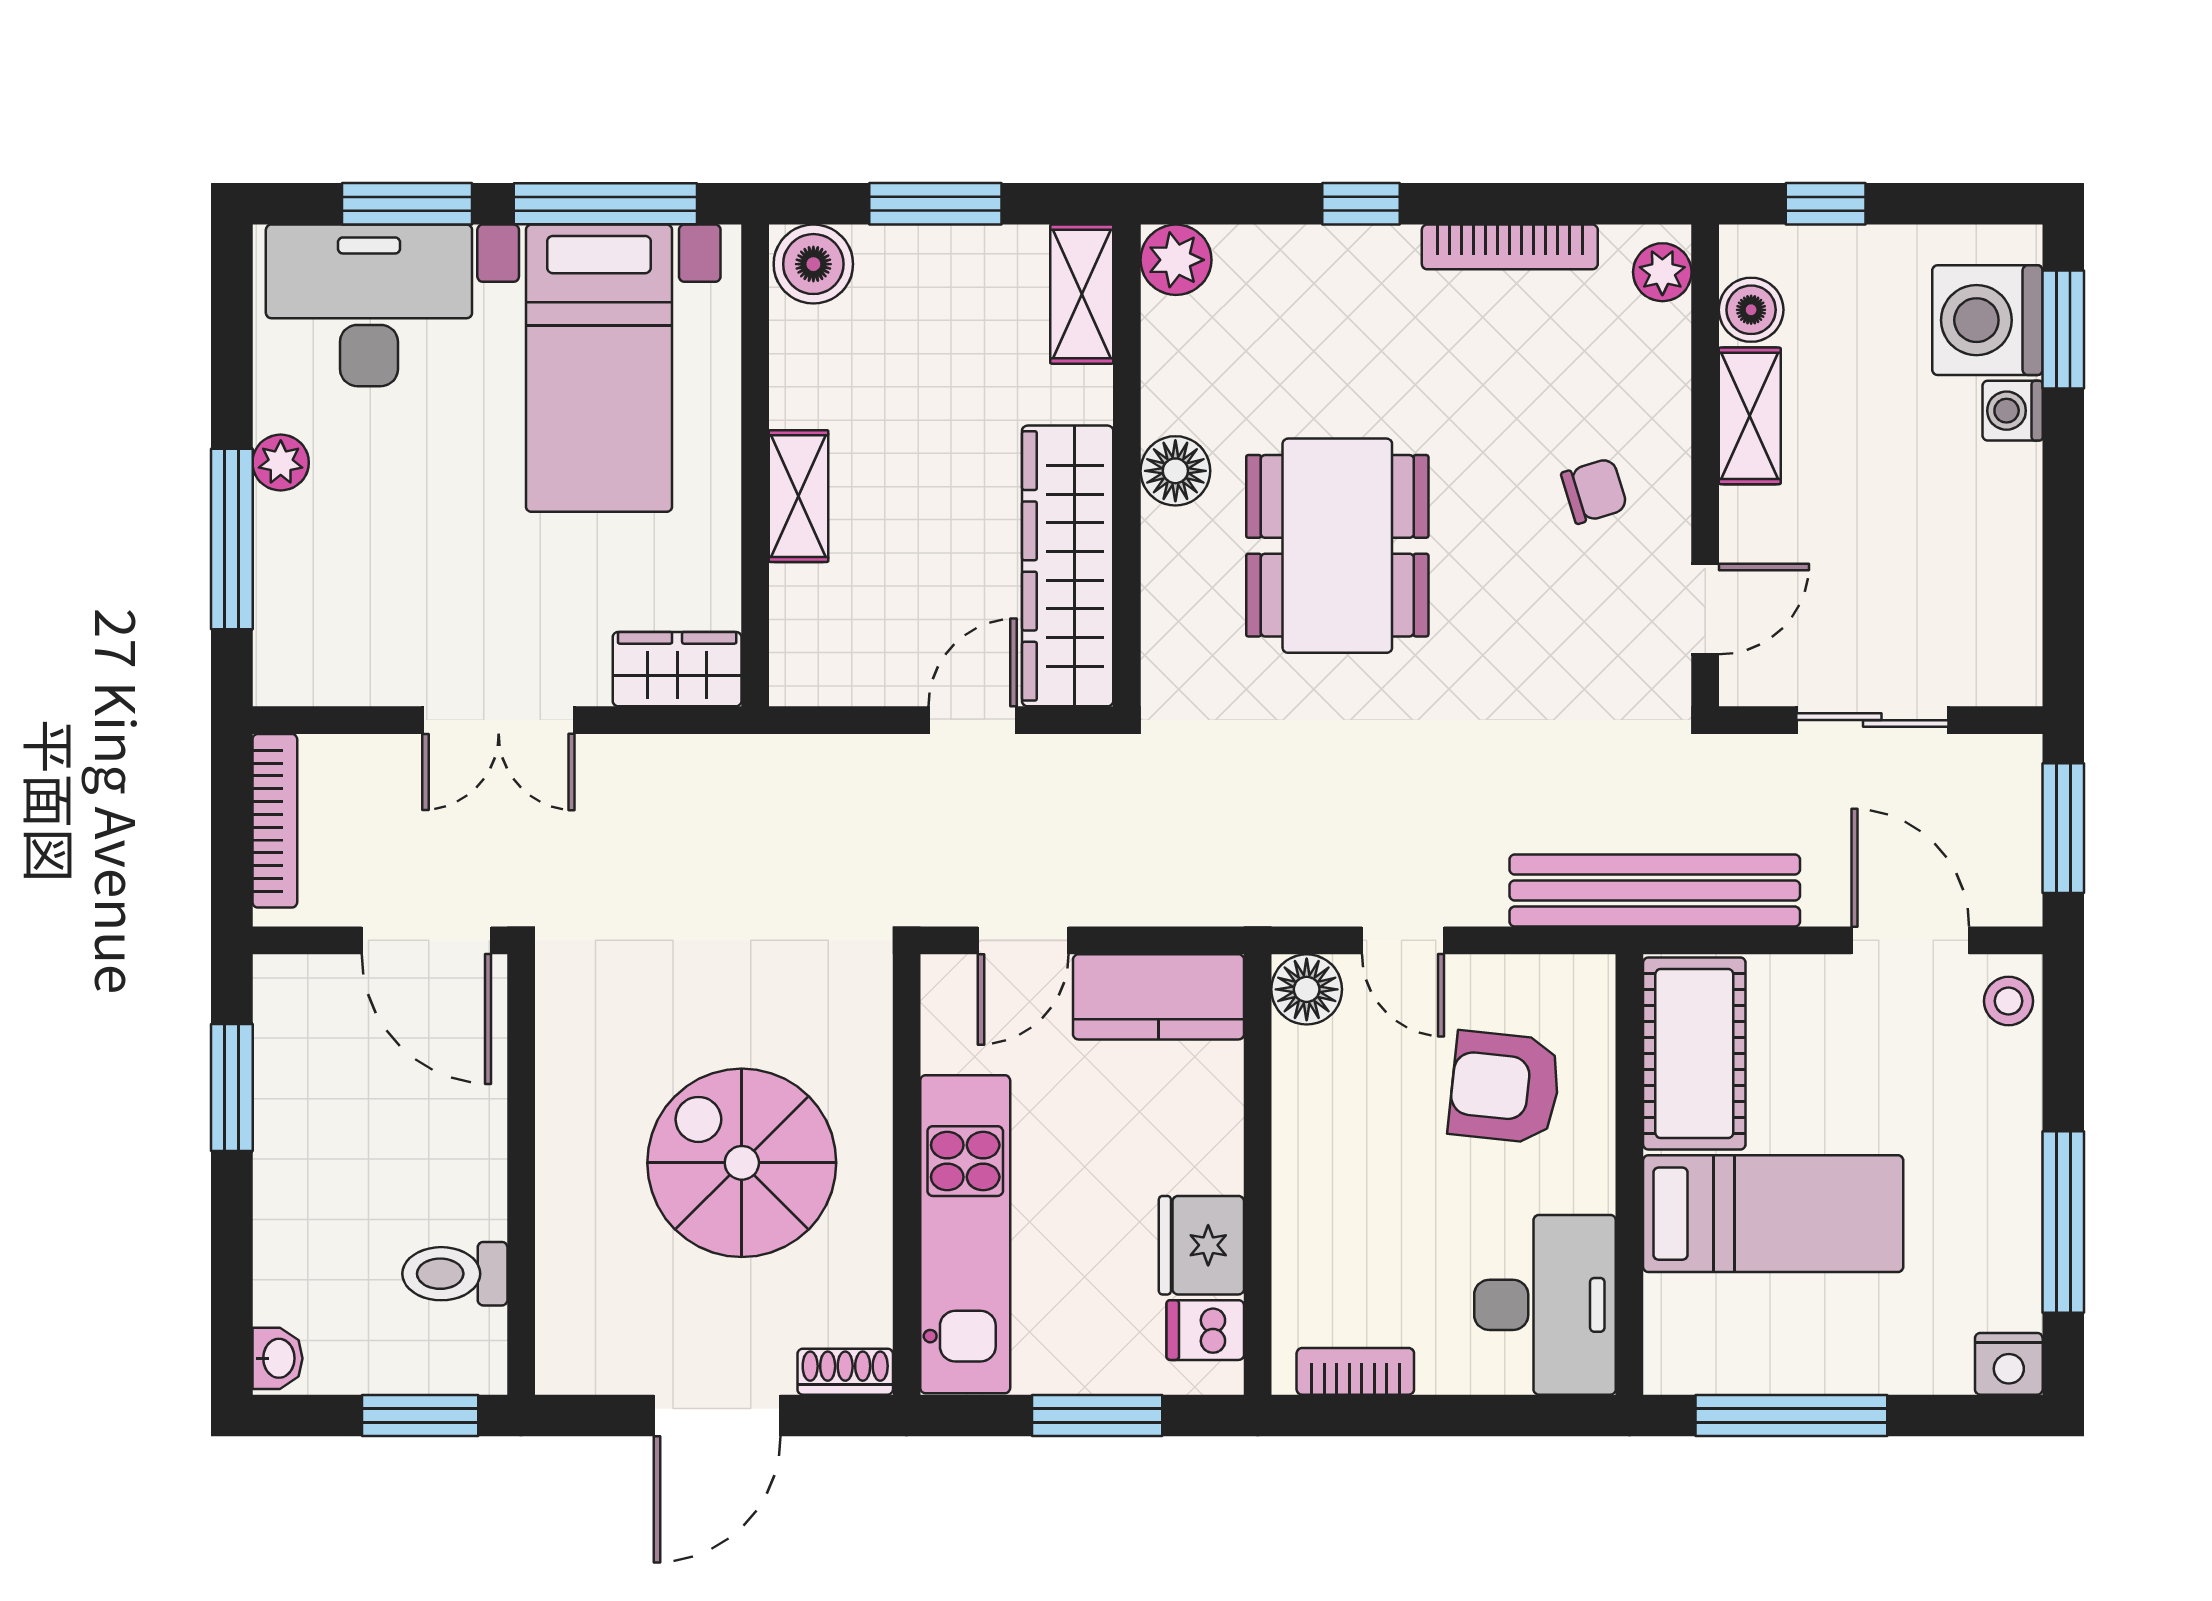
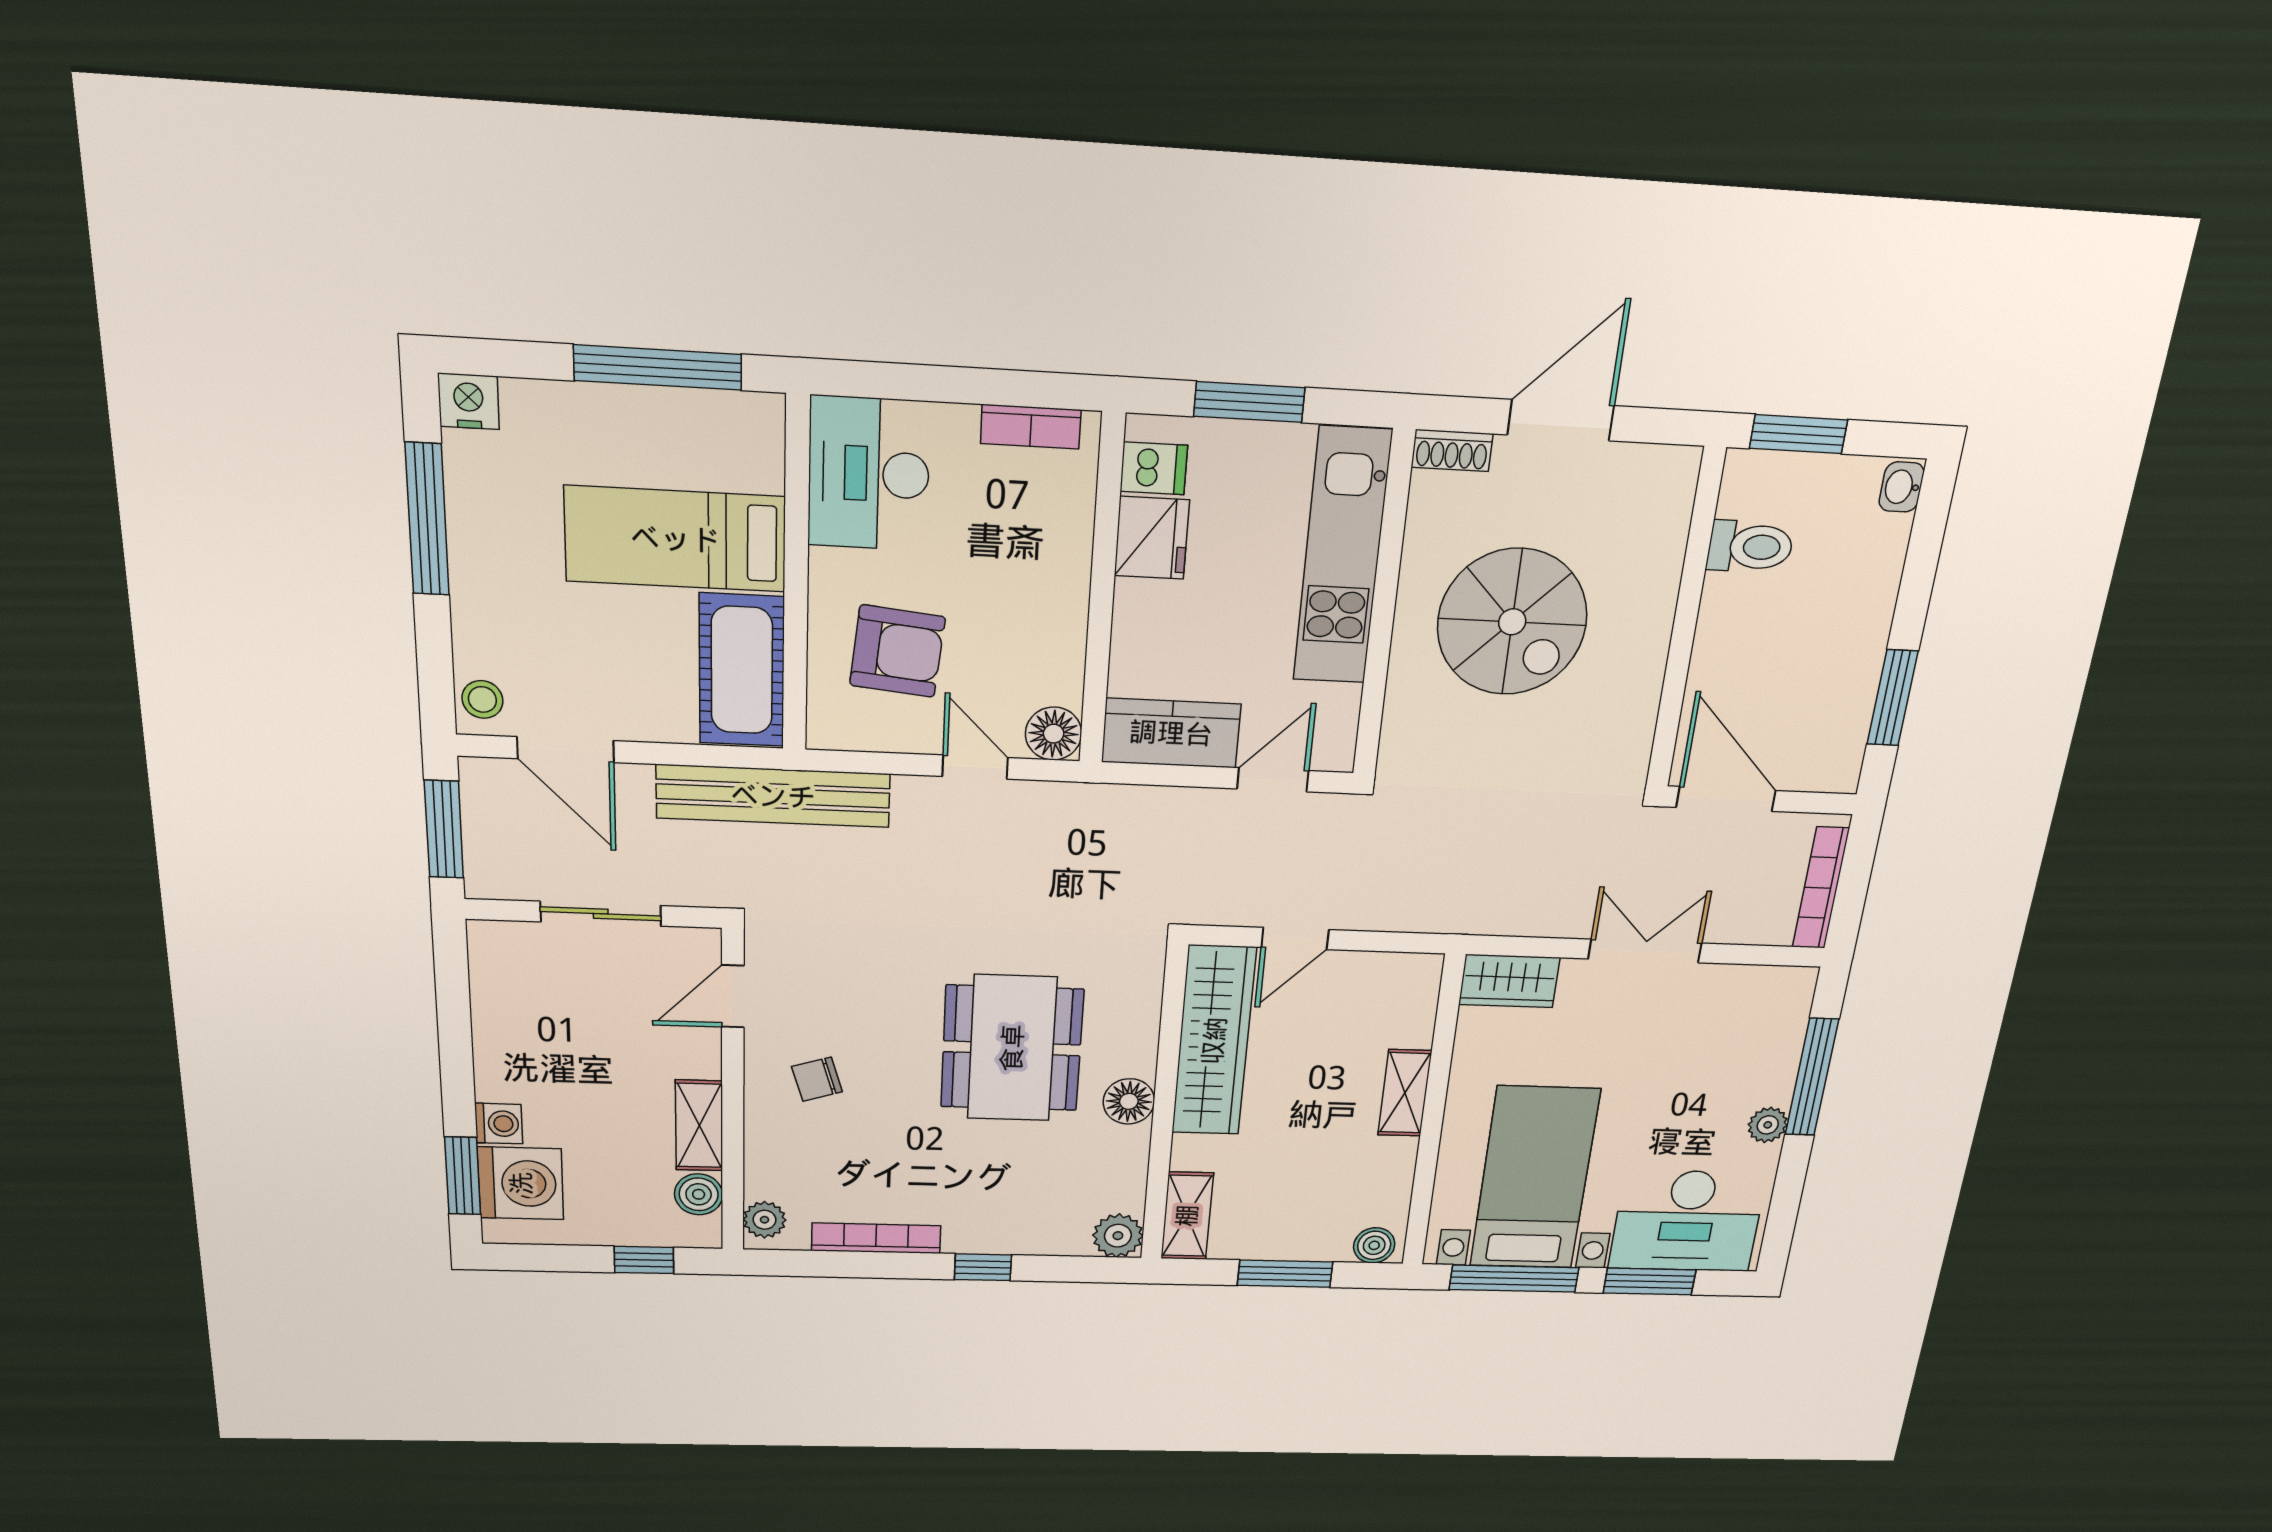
boiler: (813, 264) -> (1374, 1245), width x0.73, depth x0.73

